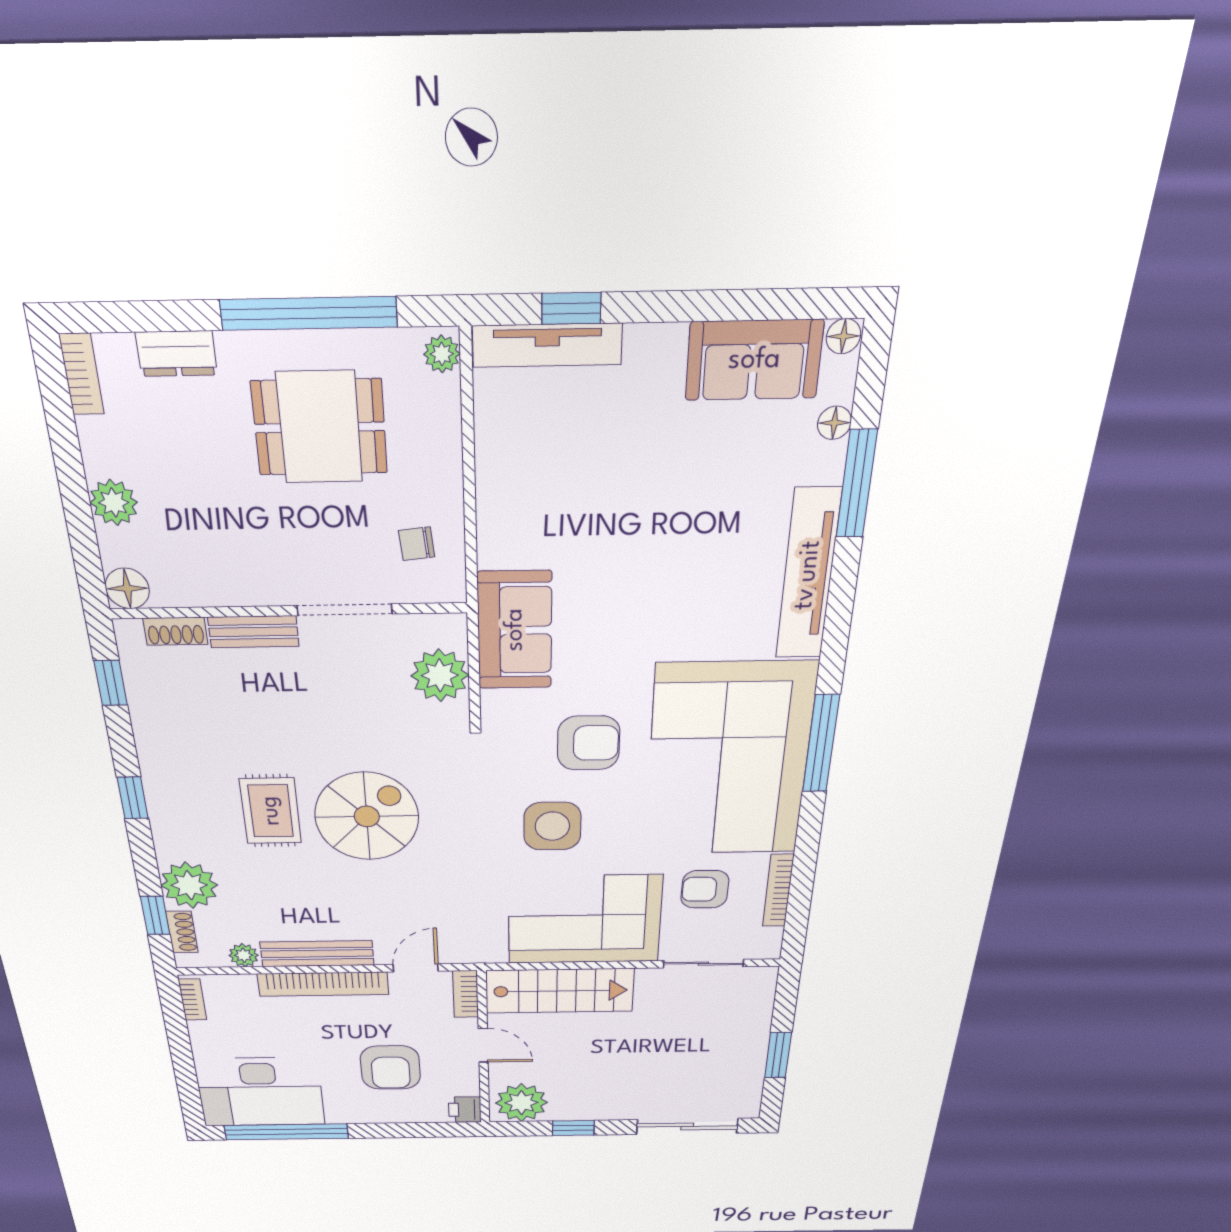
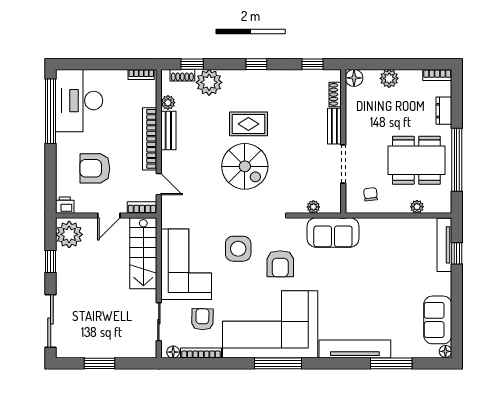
plant: (442, 354) -> (417, 207), moved
floor lamp: (834, 423) -> (173, 352), moved
dining table: (320, 427) -> (416, 160), width x1.38
plant: (440, 675) -> (313, 207), width x0.53, depth x0.53
bench: (317, 954) -> (168, 130), width x0.73

